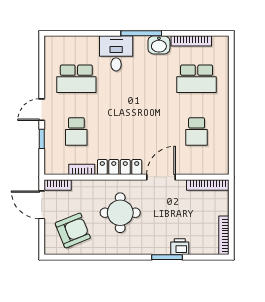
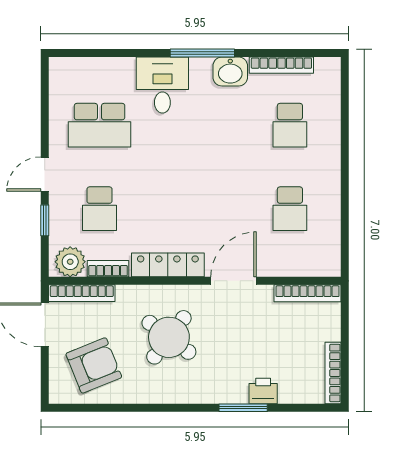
school desk: (197, 79) -> (290, 125), width x0.54
plant: (58, 165) -> (70, 262), added
bookcase: (58, 185) -> (82, 293), width x1.56
round table: (120, 213) -> (169, 337), turned 37

